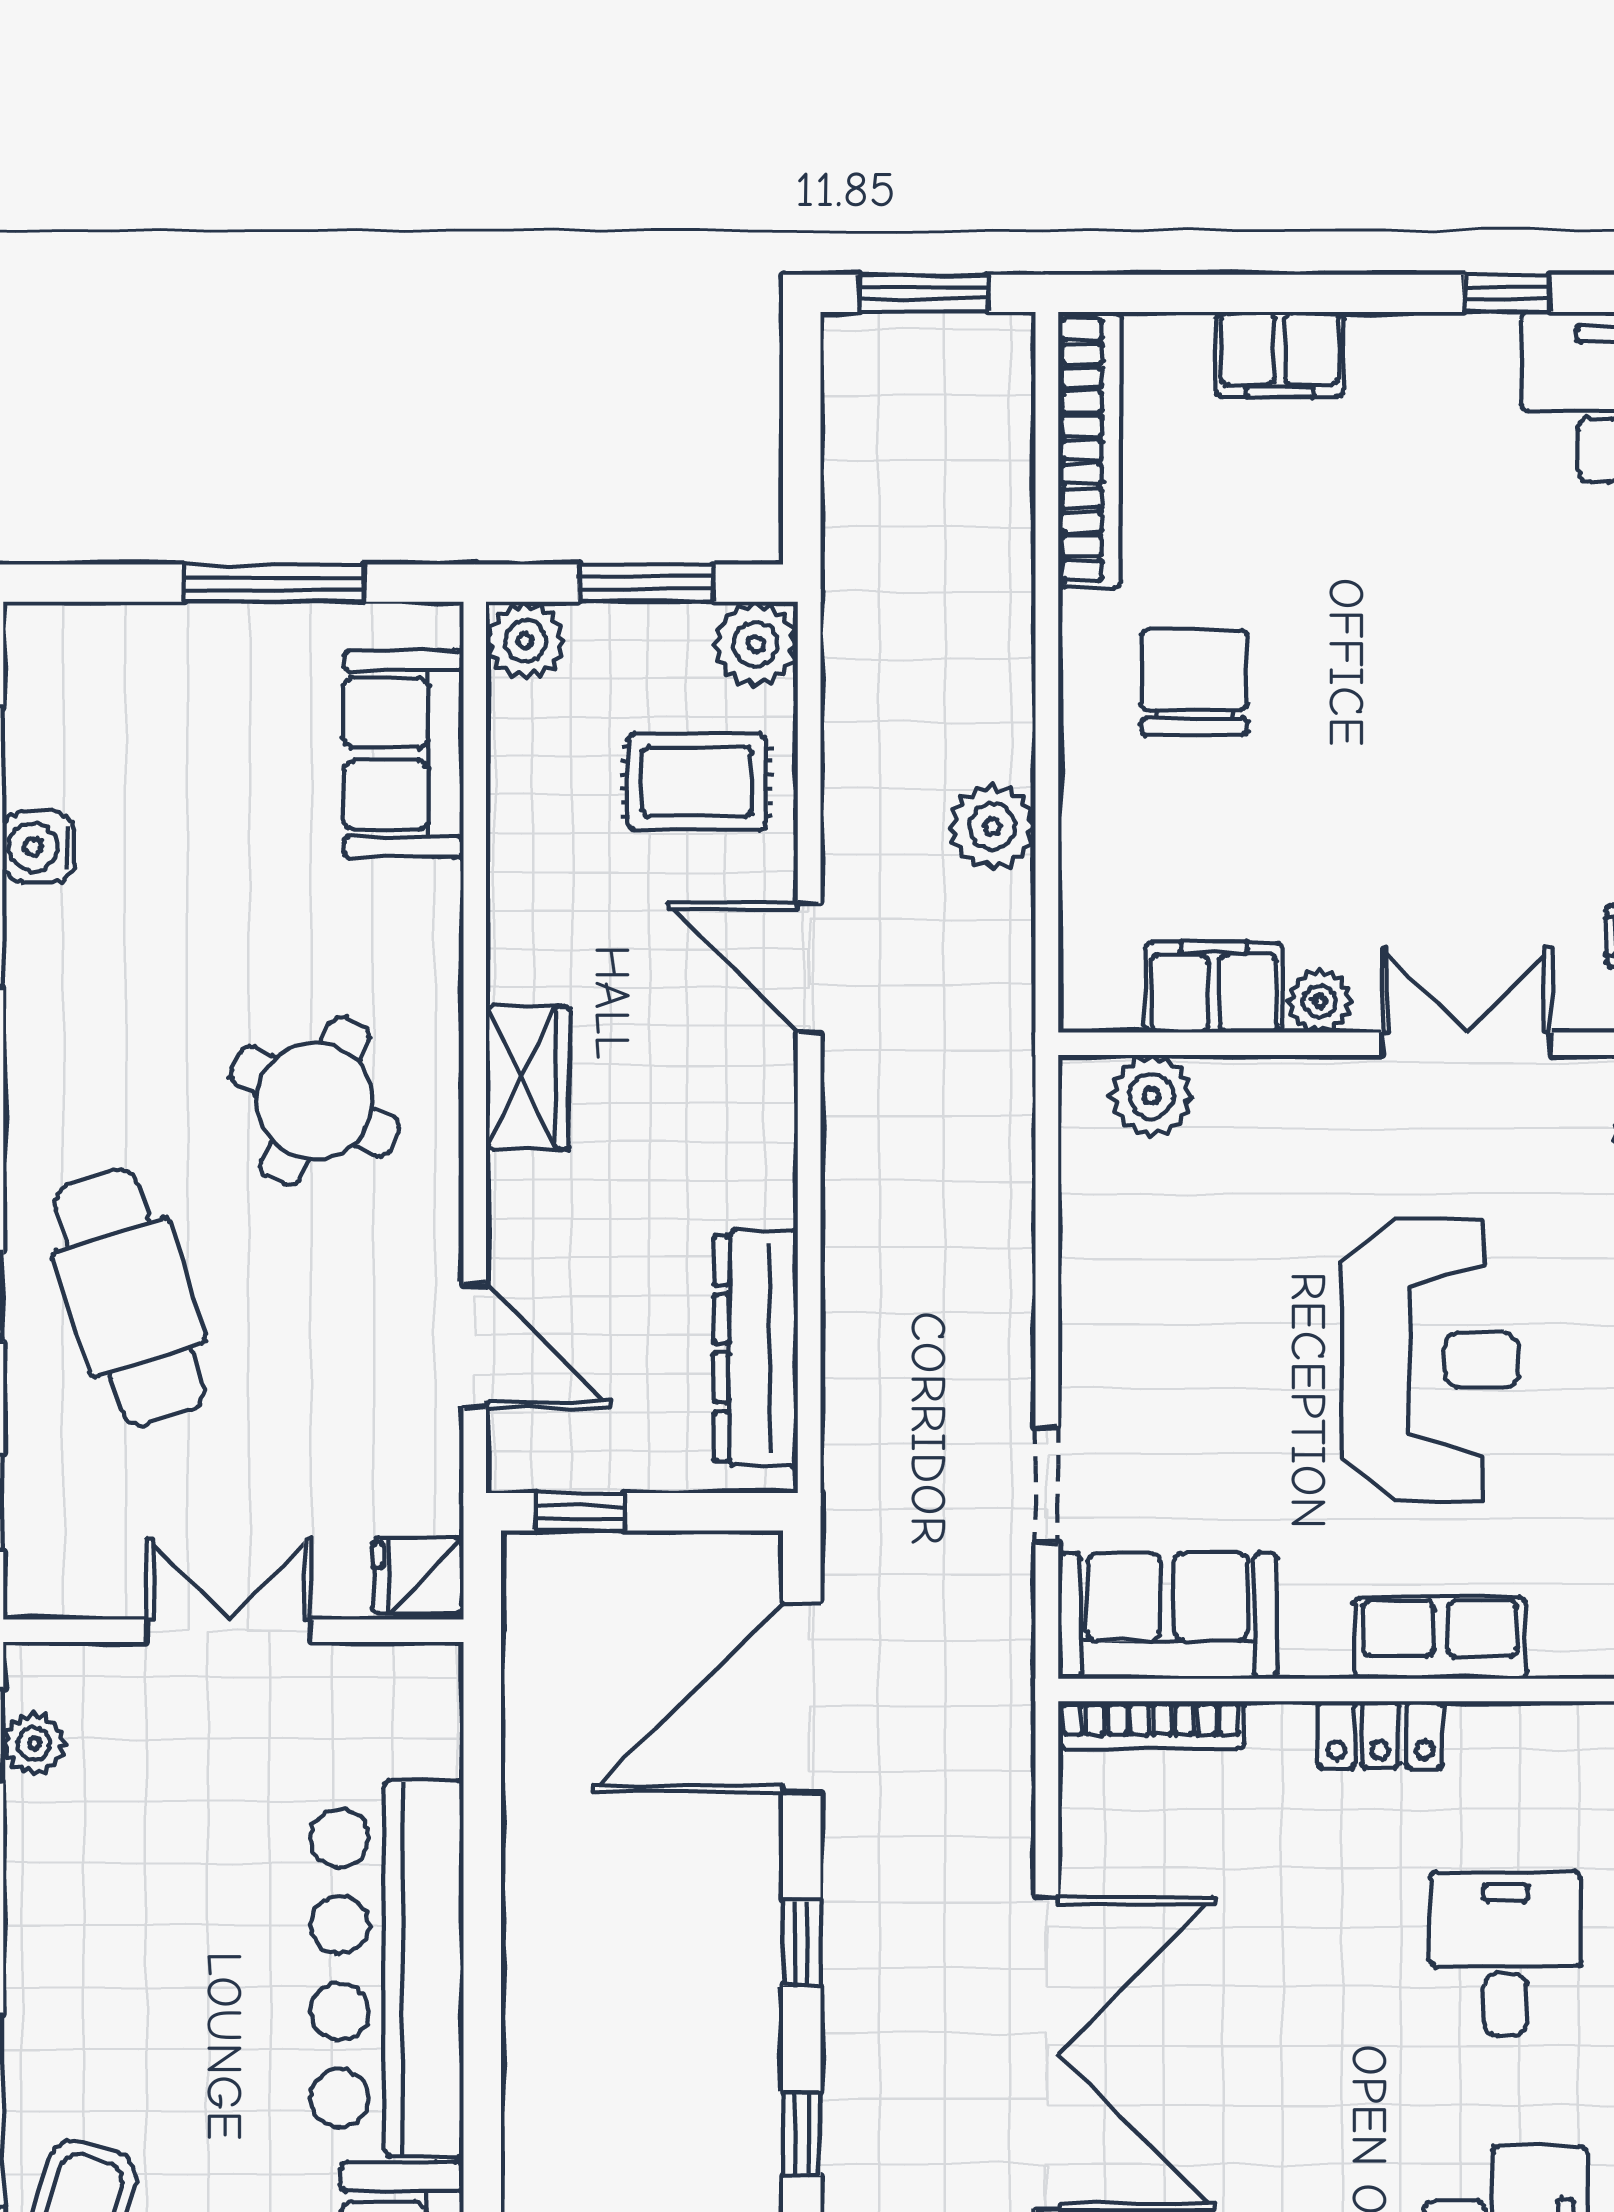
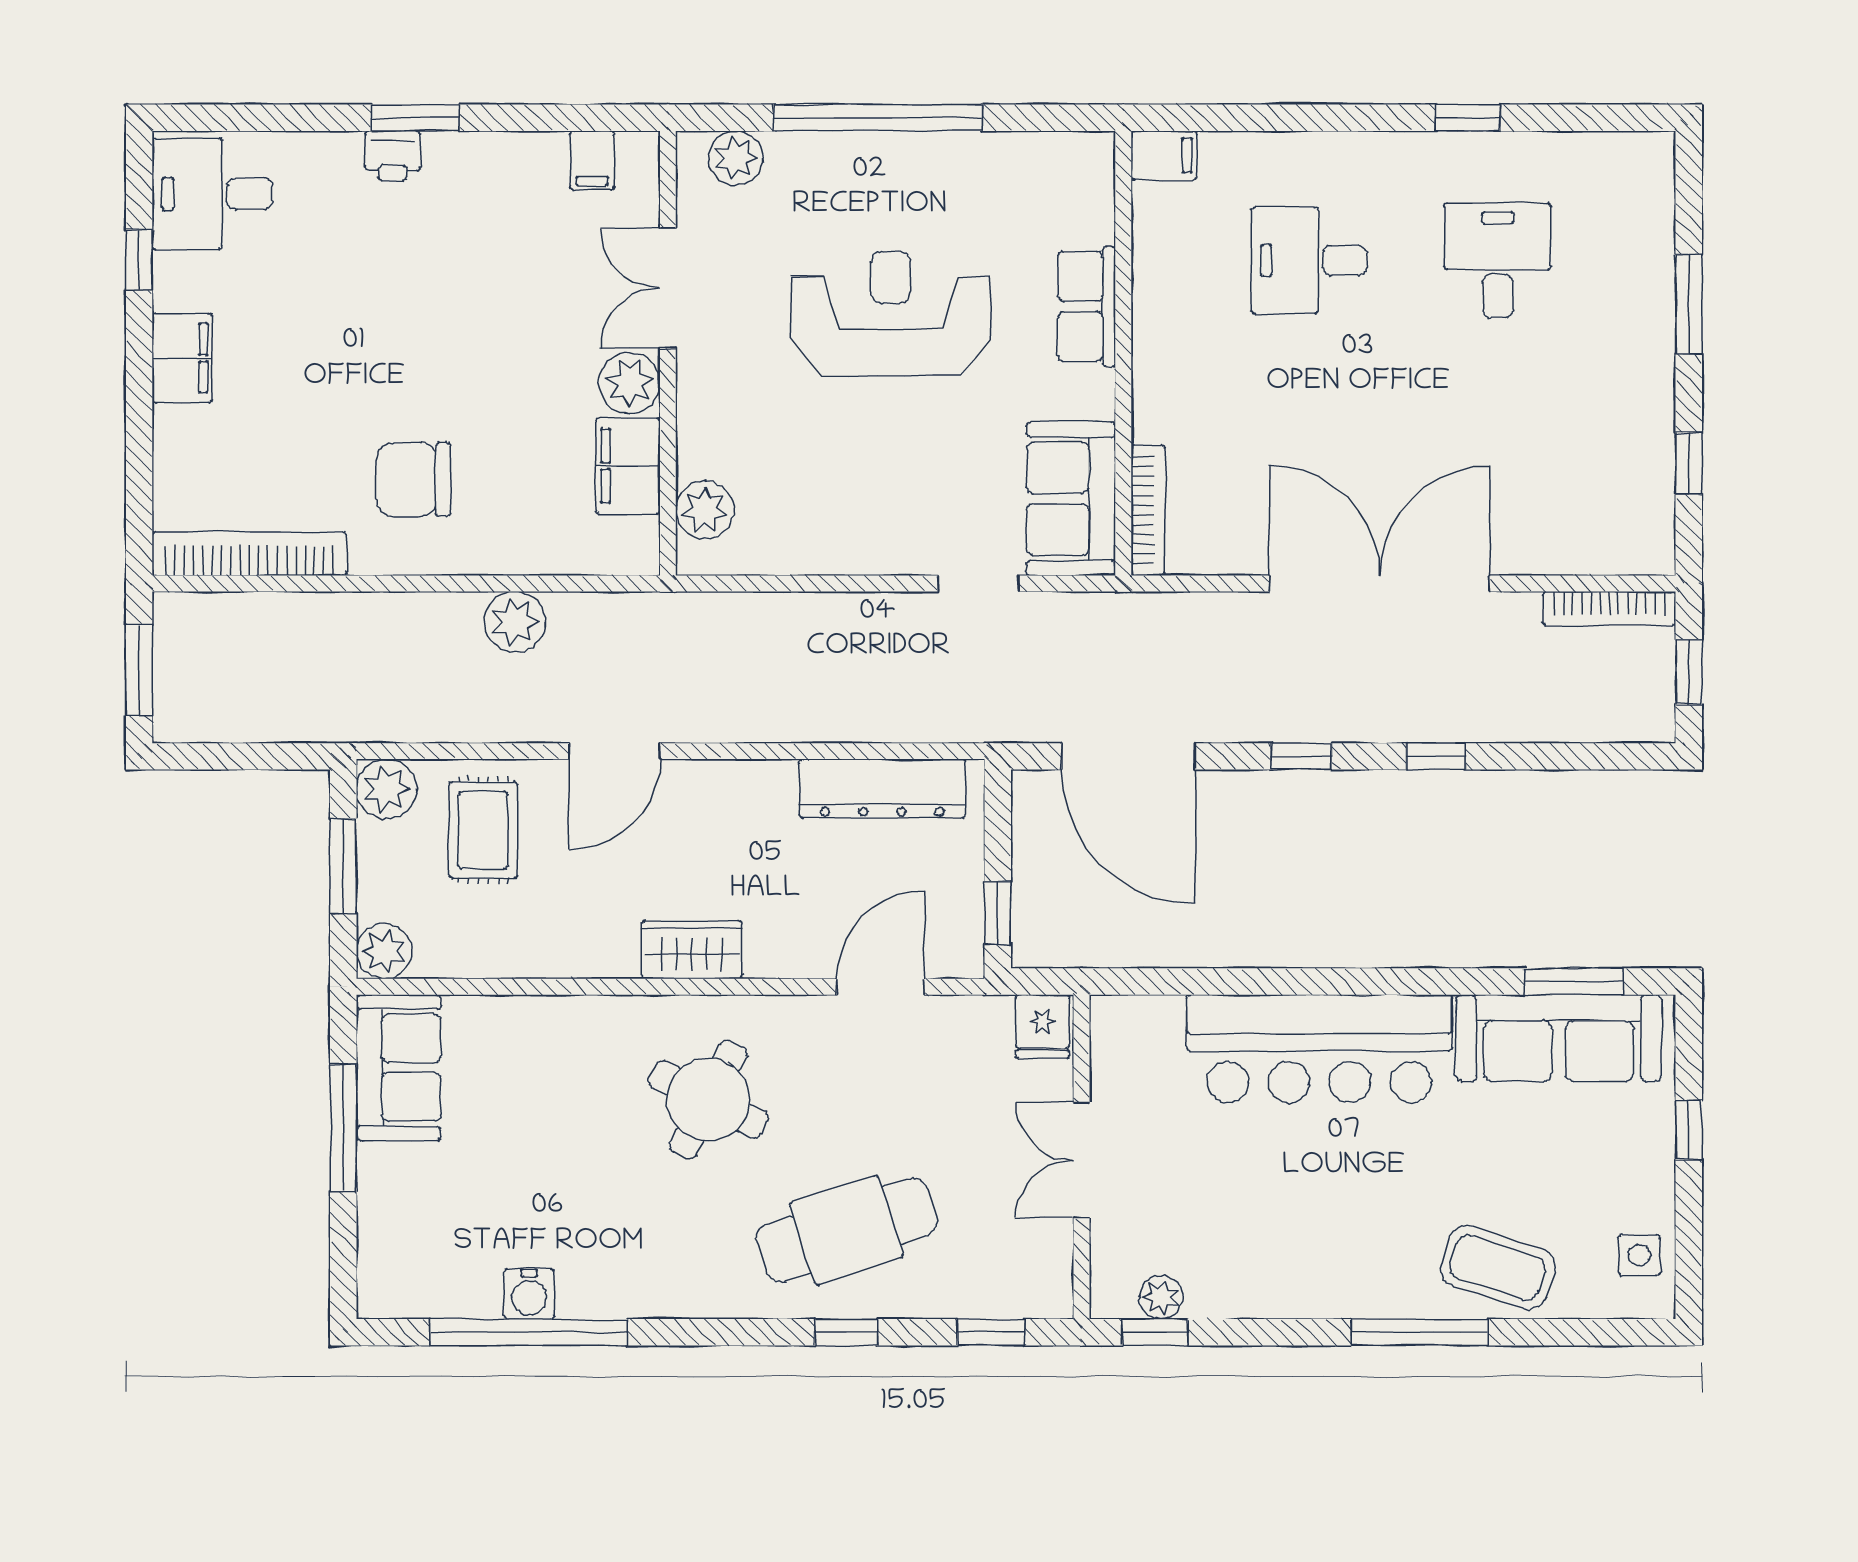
filing cabinet: (1280, 355) -> (182, 358), moved
sofa: (404, 754) -> (399, 1068), moved, turned -90
plant: (1320, 1001) -> (629, 383), width x1.38, depth x1.38
locker: (1380, 1735) -> (1155, 349), removed

